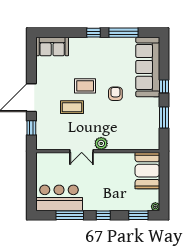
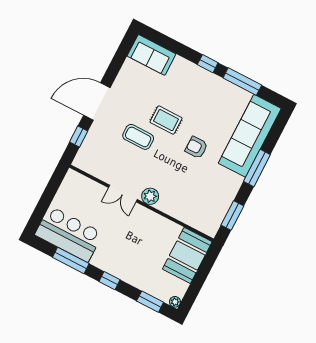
window: (164, 86) -> (257, 168), width x2.17
armchair: (115, 94) -> (196, 147), turned -90
window: (164, 117) -> (232, 216), moved

